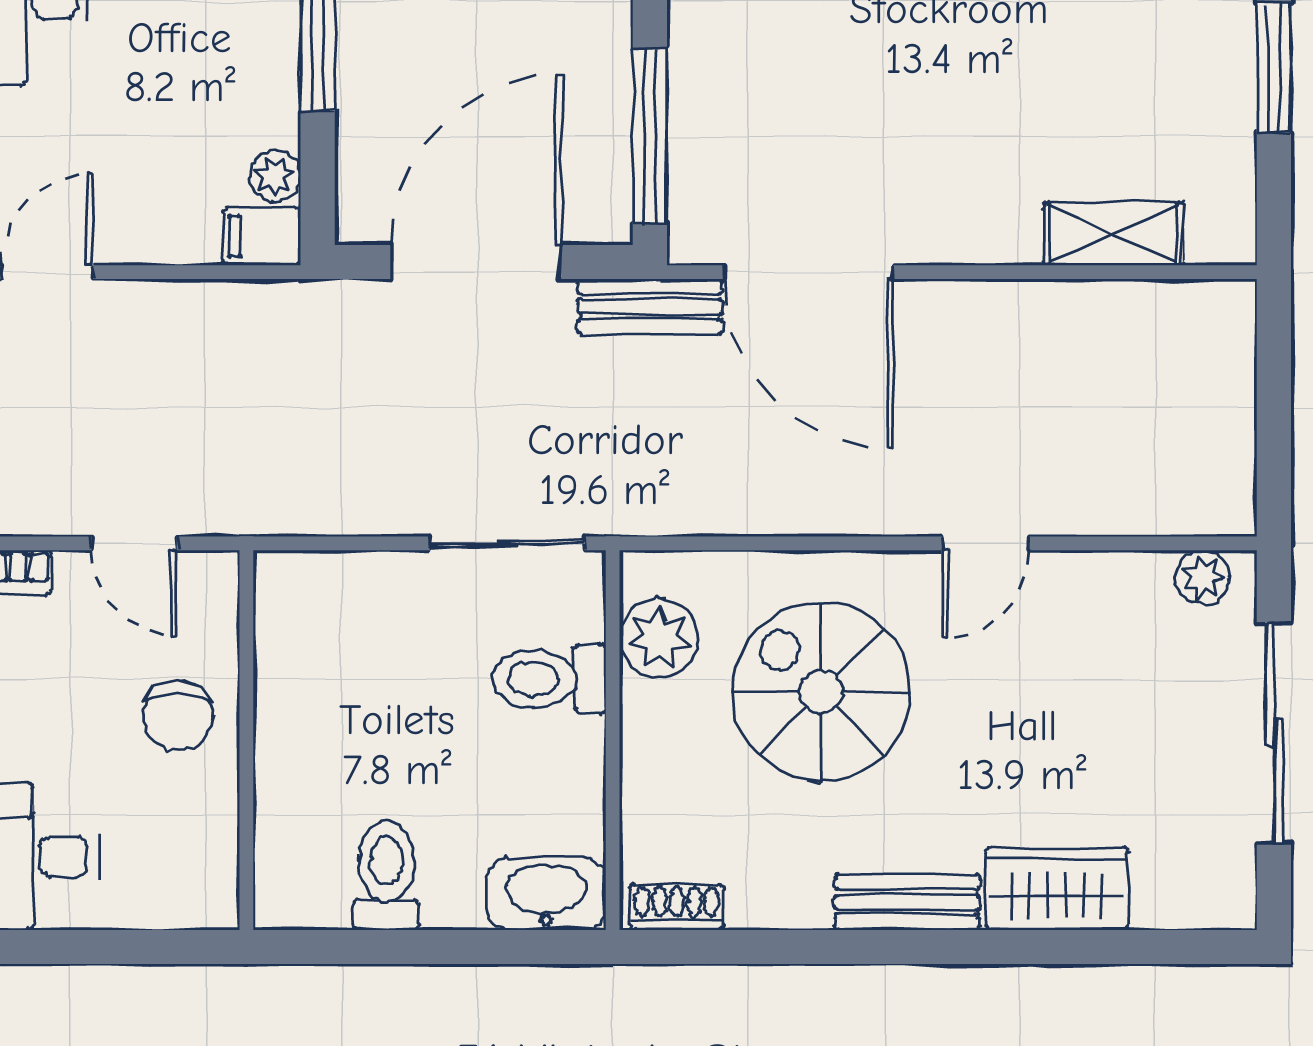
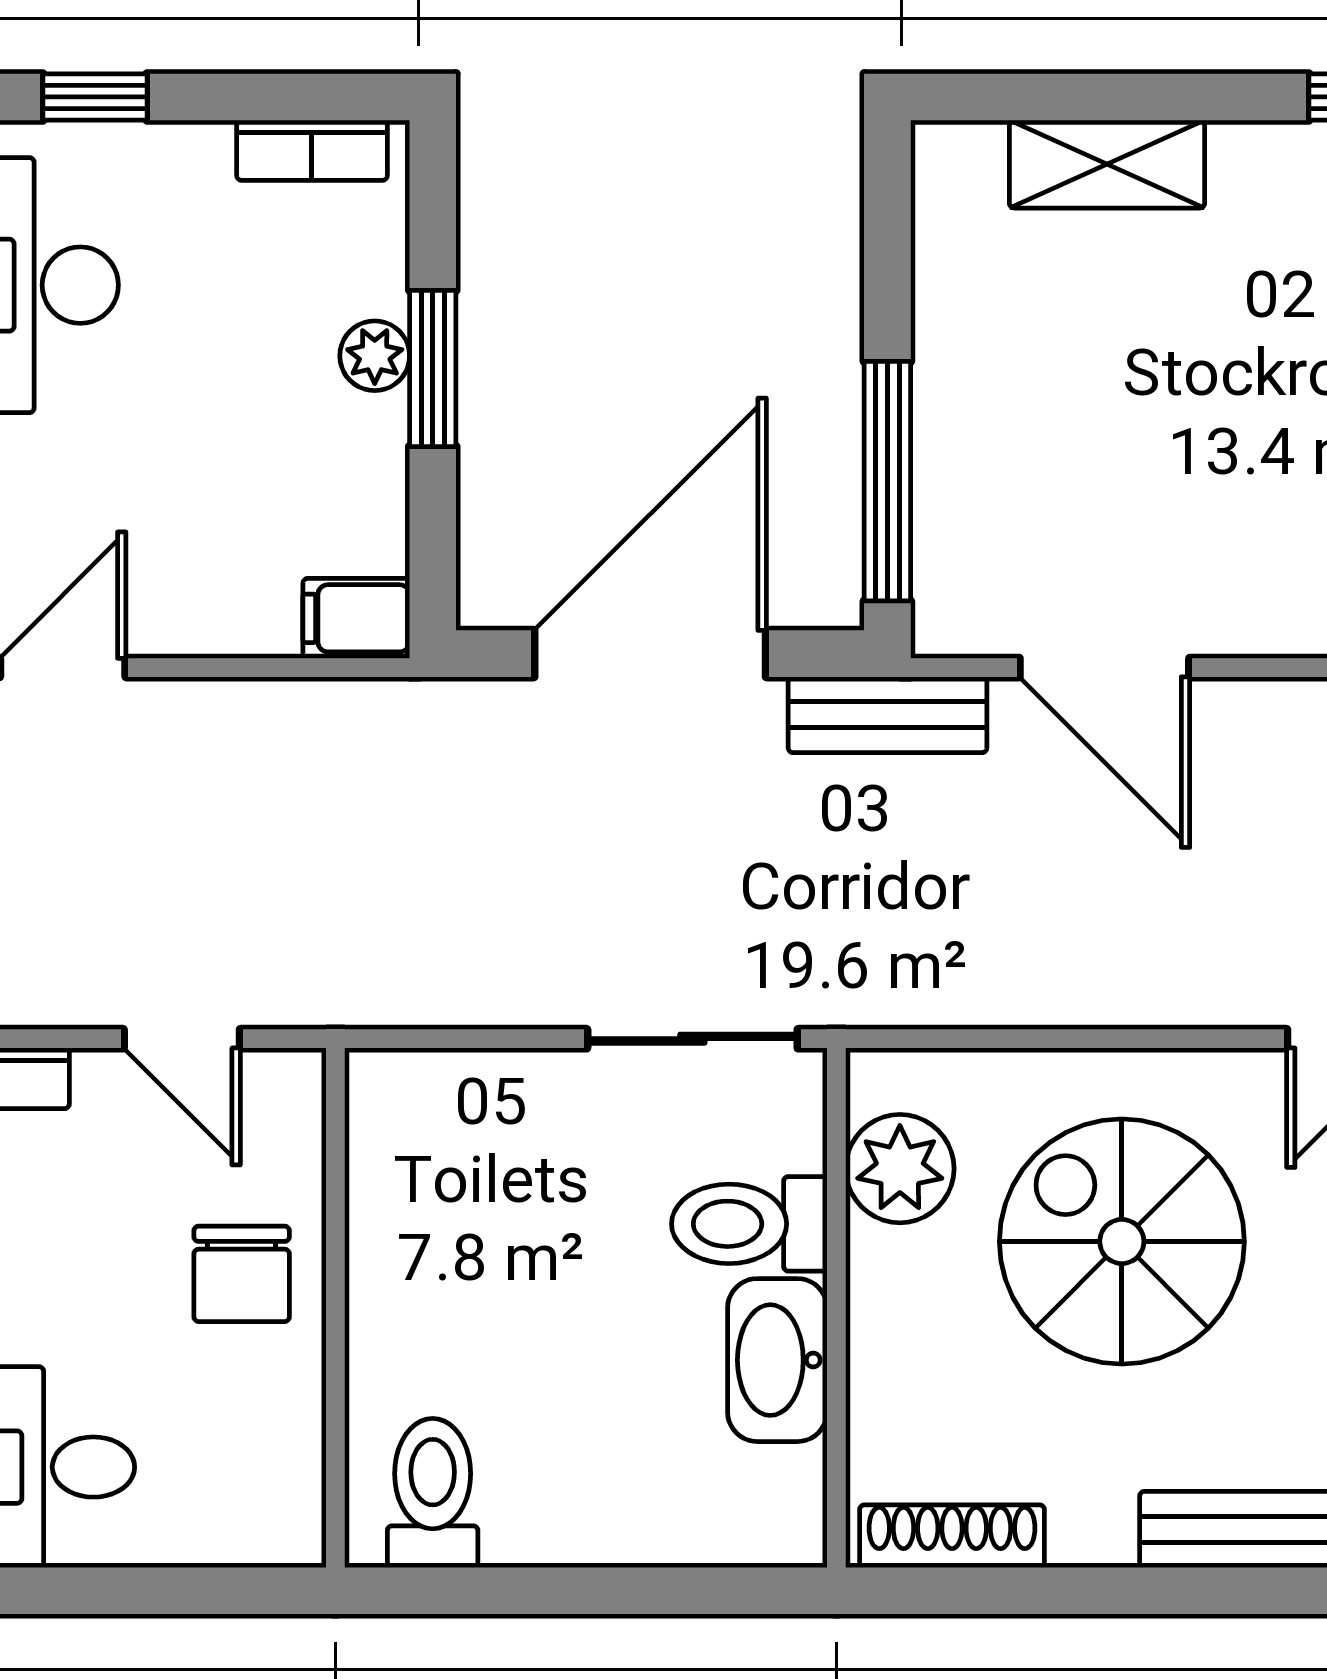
plant: (275, 176) -> (375, 356), moved
door: (809, 272) -> (1104, 668), width x0.73
toilet: (386, 876) -> (433, 1493), moved
washbasin: (546, 894) -> (777, 1360), moved, turned -90
shoe rack: (677, 907) -> (952, 1536), width x1.43

